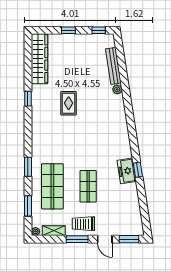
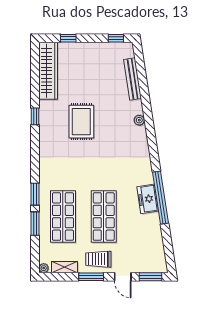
window: (68, 30) -> (68, 38), moved
plant: (117, 89) -> (139, 120), moved
rug: (69, 103) -> (81, 122), width x1.36, depth x1.43
window: (138, 170) -> (161, 198), width x3.17
shop shelf: (88, 186) -> (104, 217), width x1.43, depth x1.36
window: (28, 206) -> (35, 224), moved

